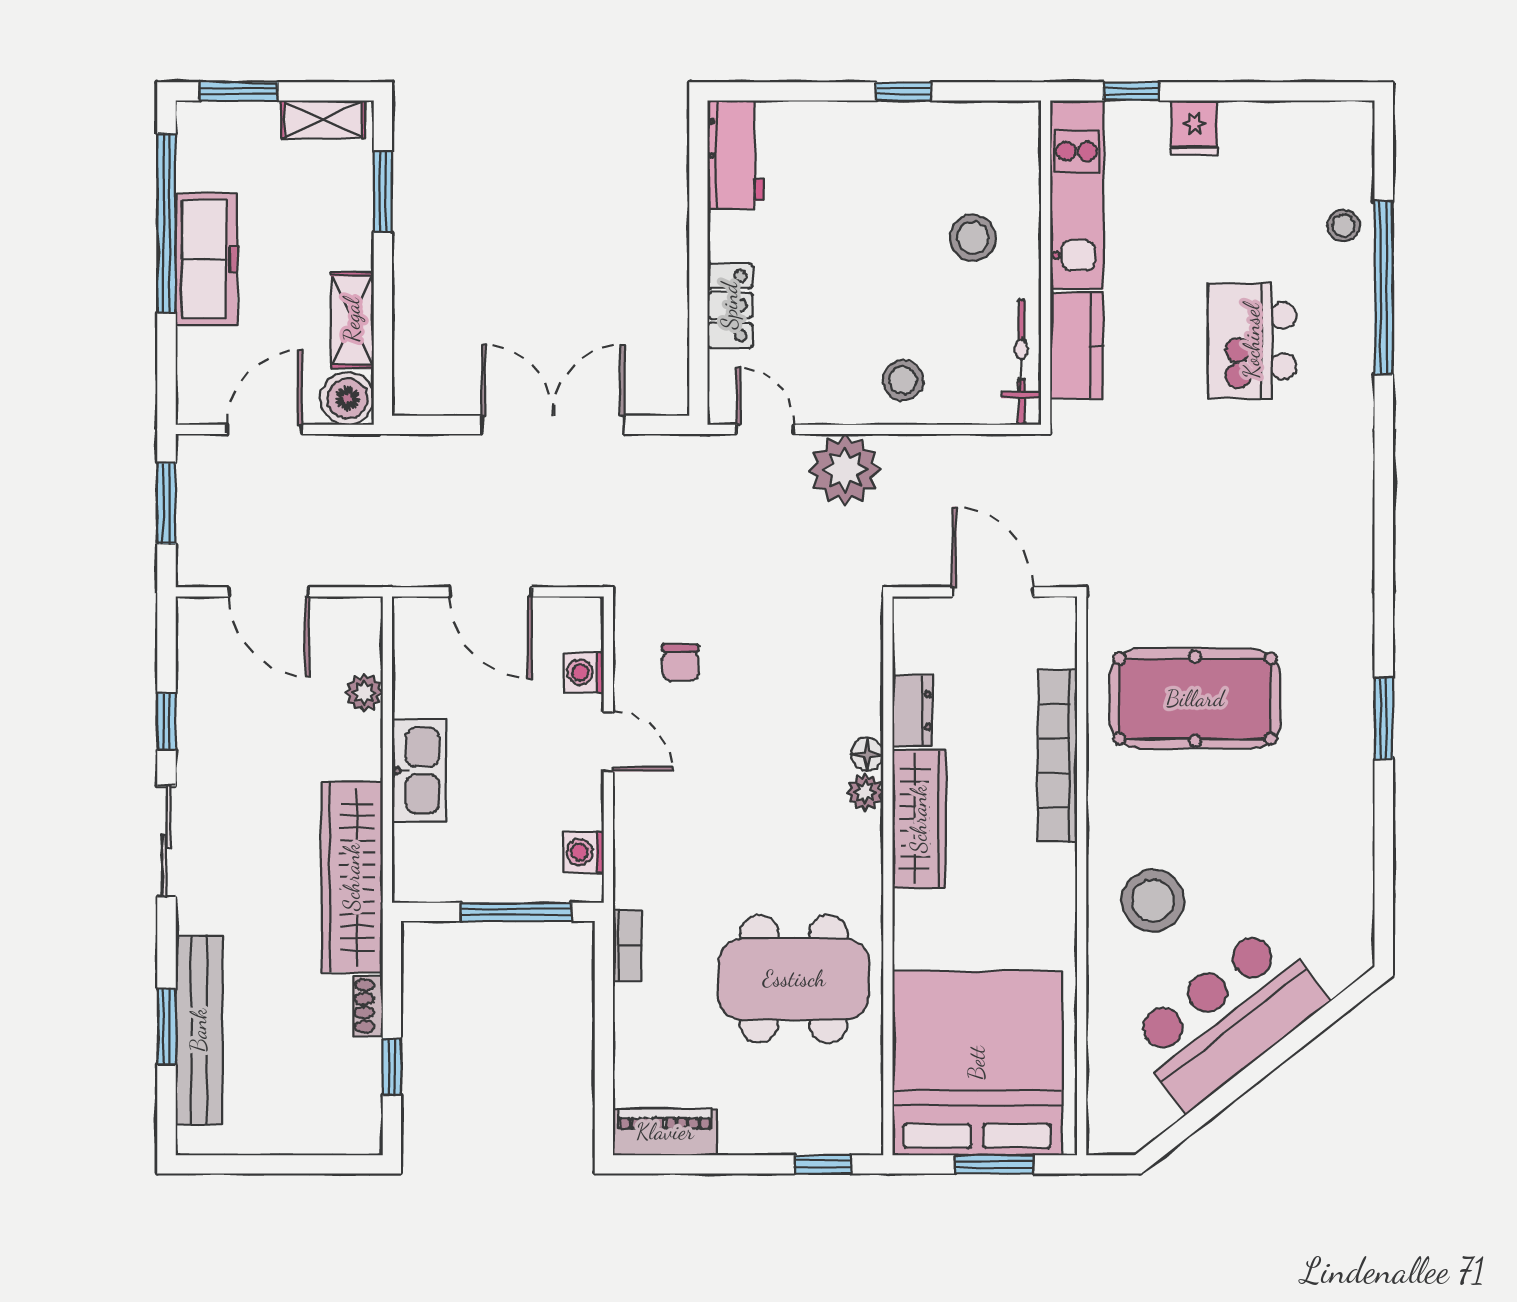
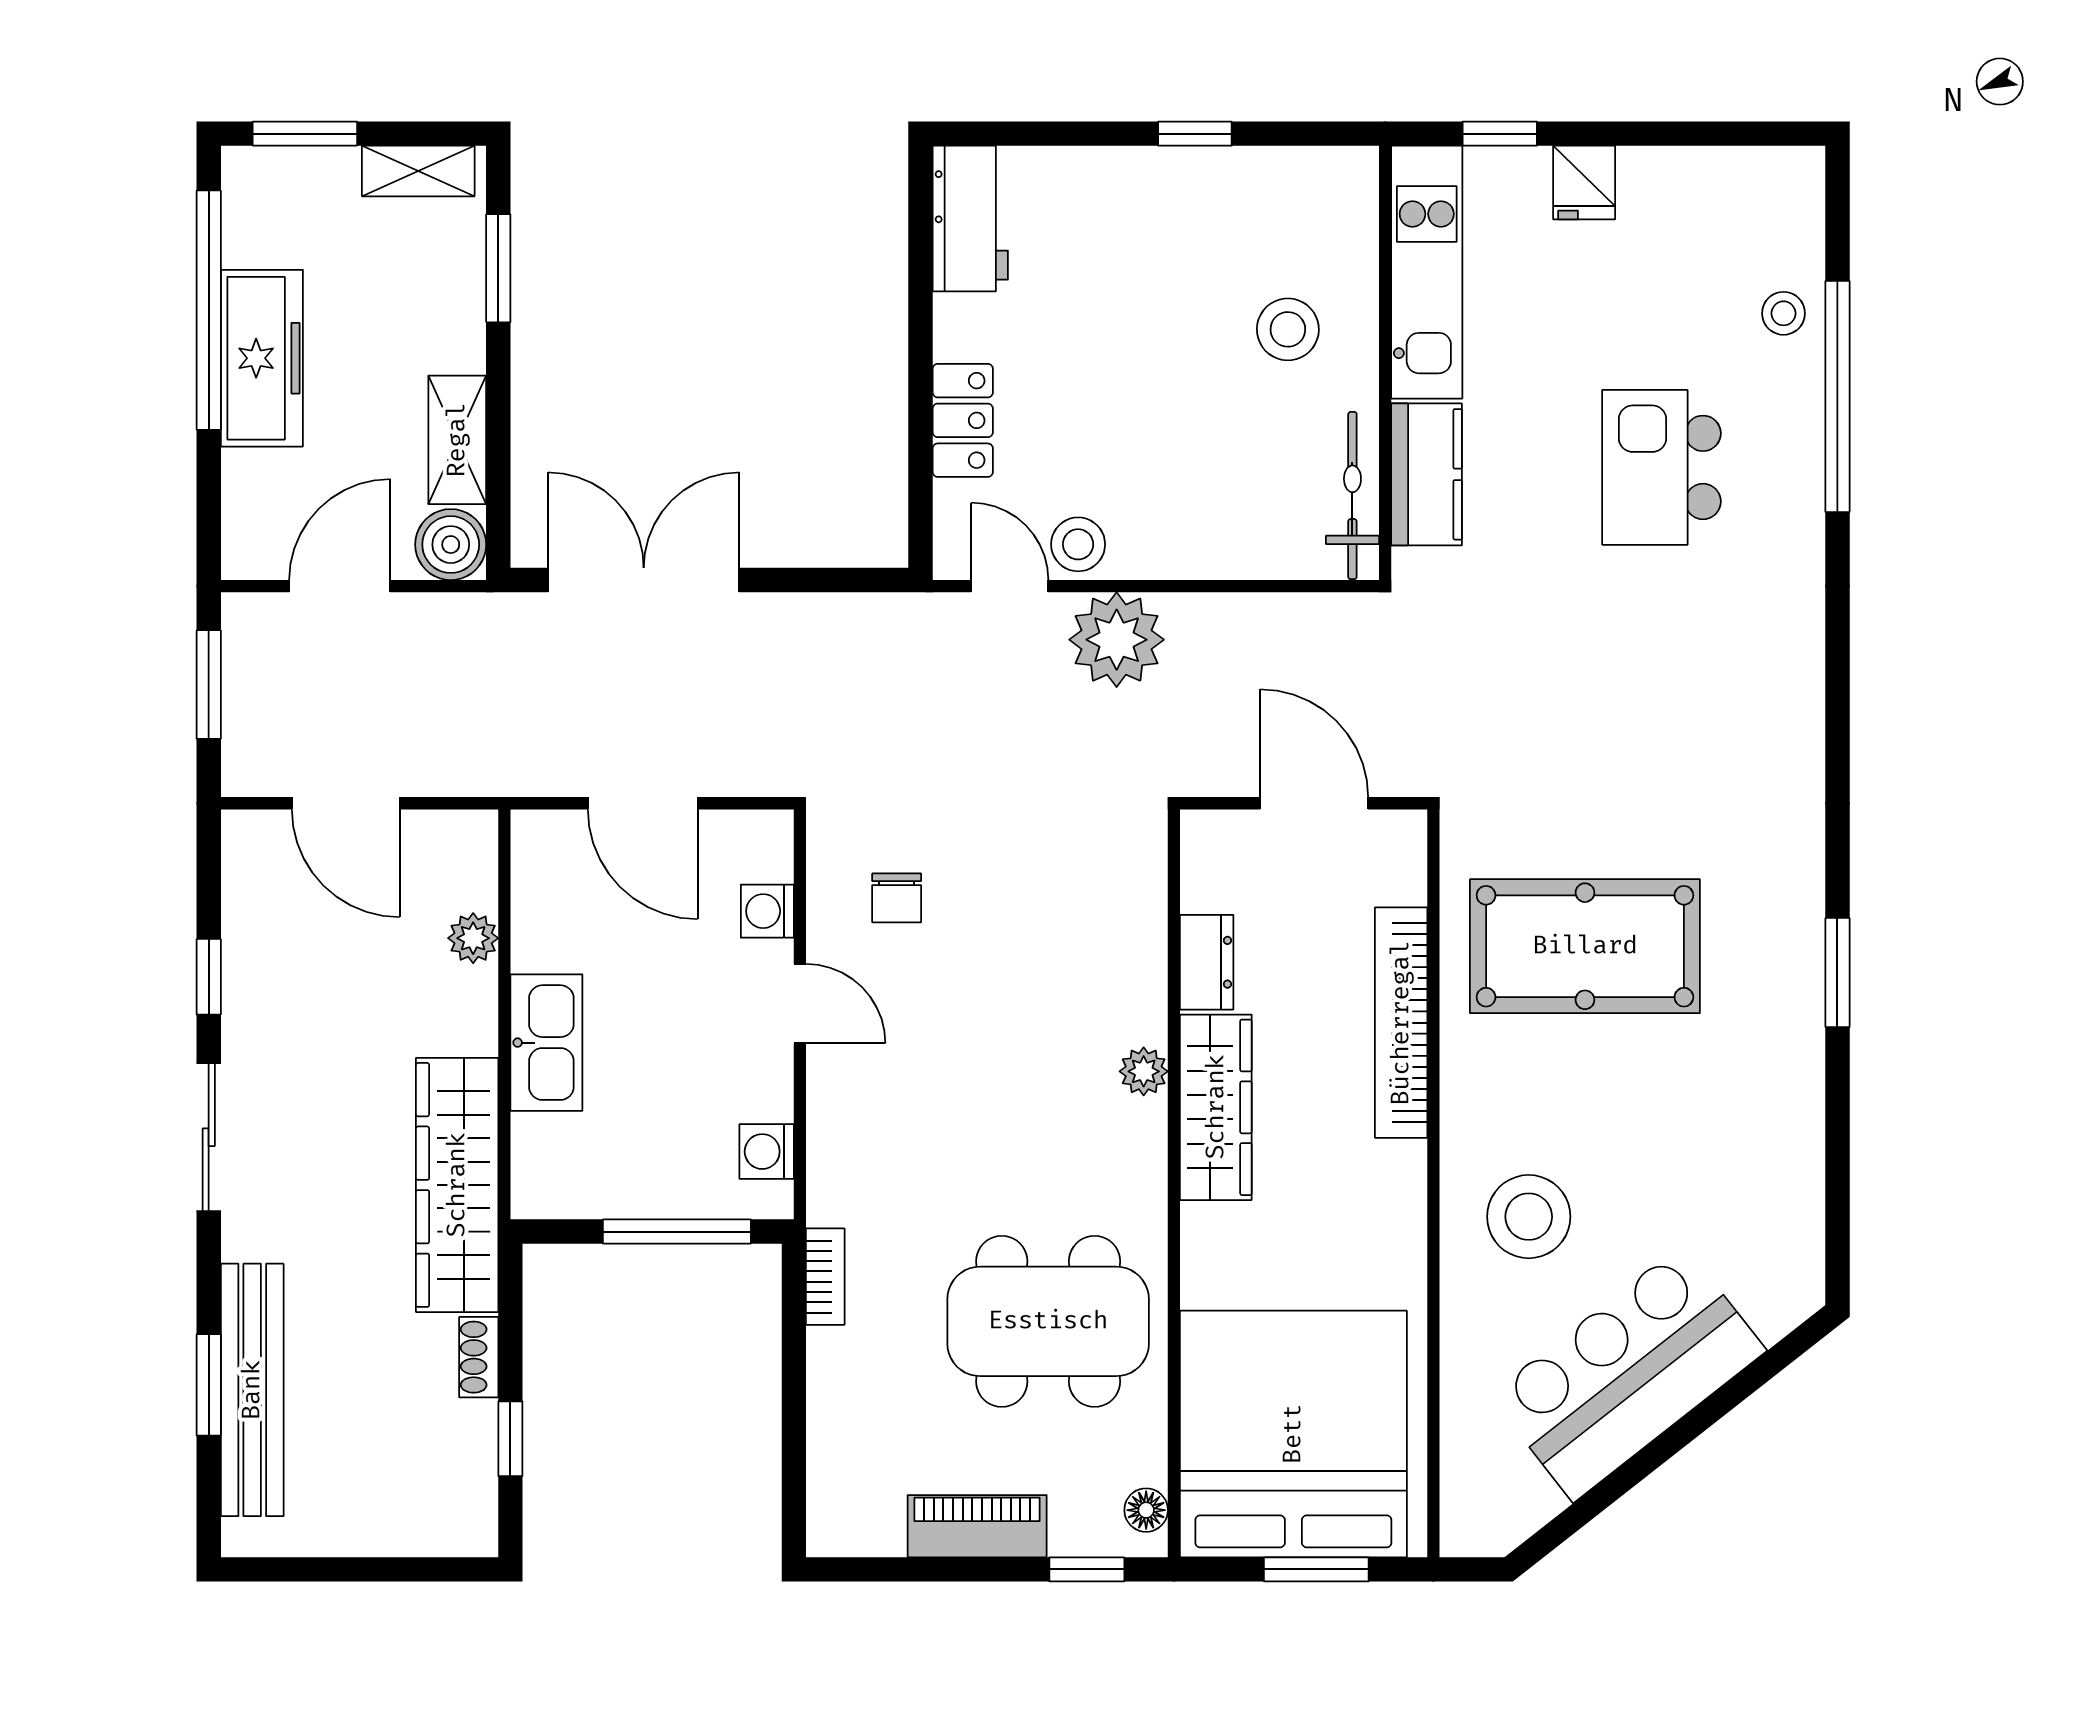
stool: (903, 380) -> (1078, 544), moved
double door: (553, 425) -> (644, 580), moved
floor lamp: (867, 754) -> (1146, 1510), moved
piano: (665, 1132) -> (977, 1526), moved

